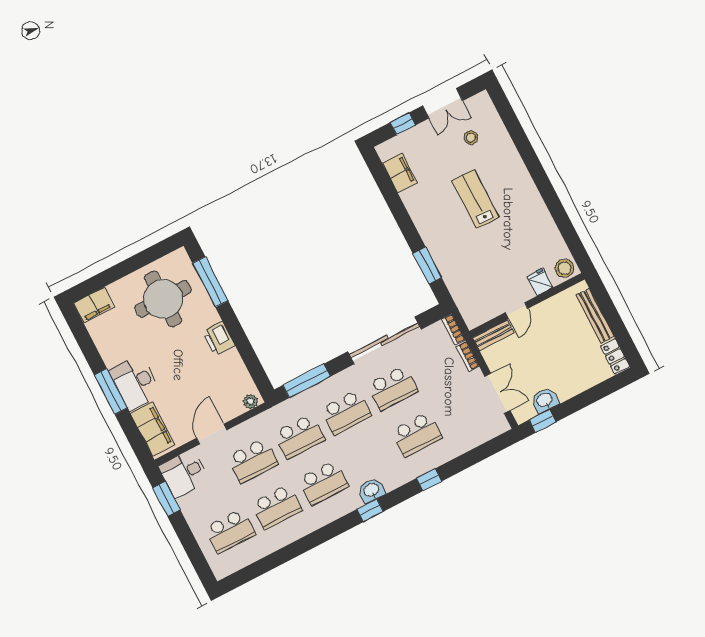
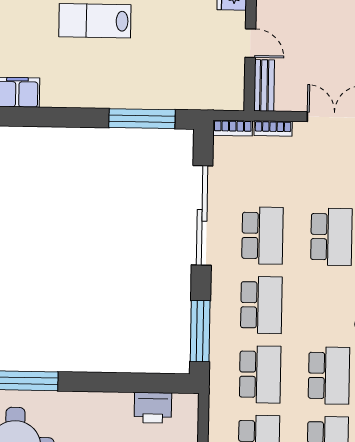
window: (427, 266) -> (142, 119), width x1.44
printer: (219, 339) -> (153, 408), moved
plant: (251, 401) -> (189, 409), removed

